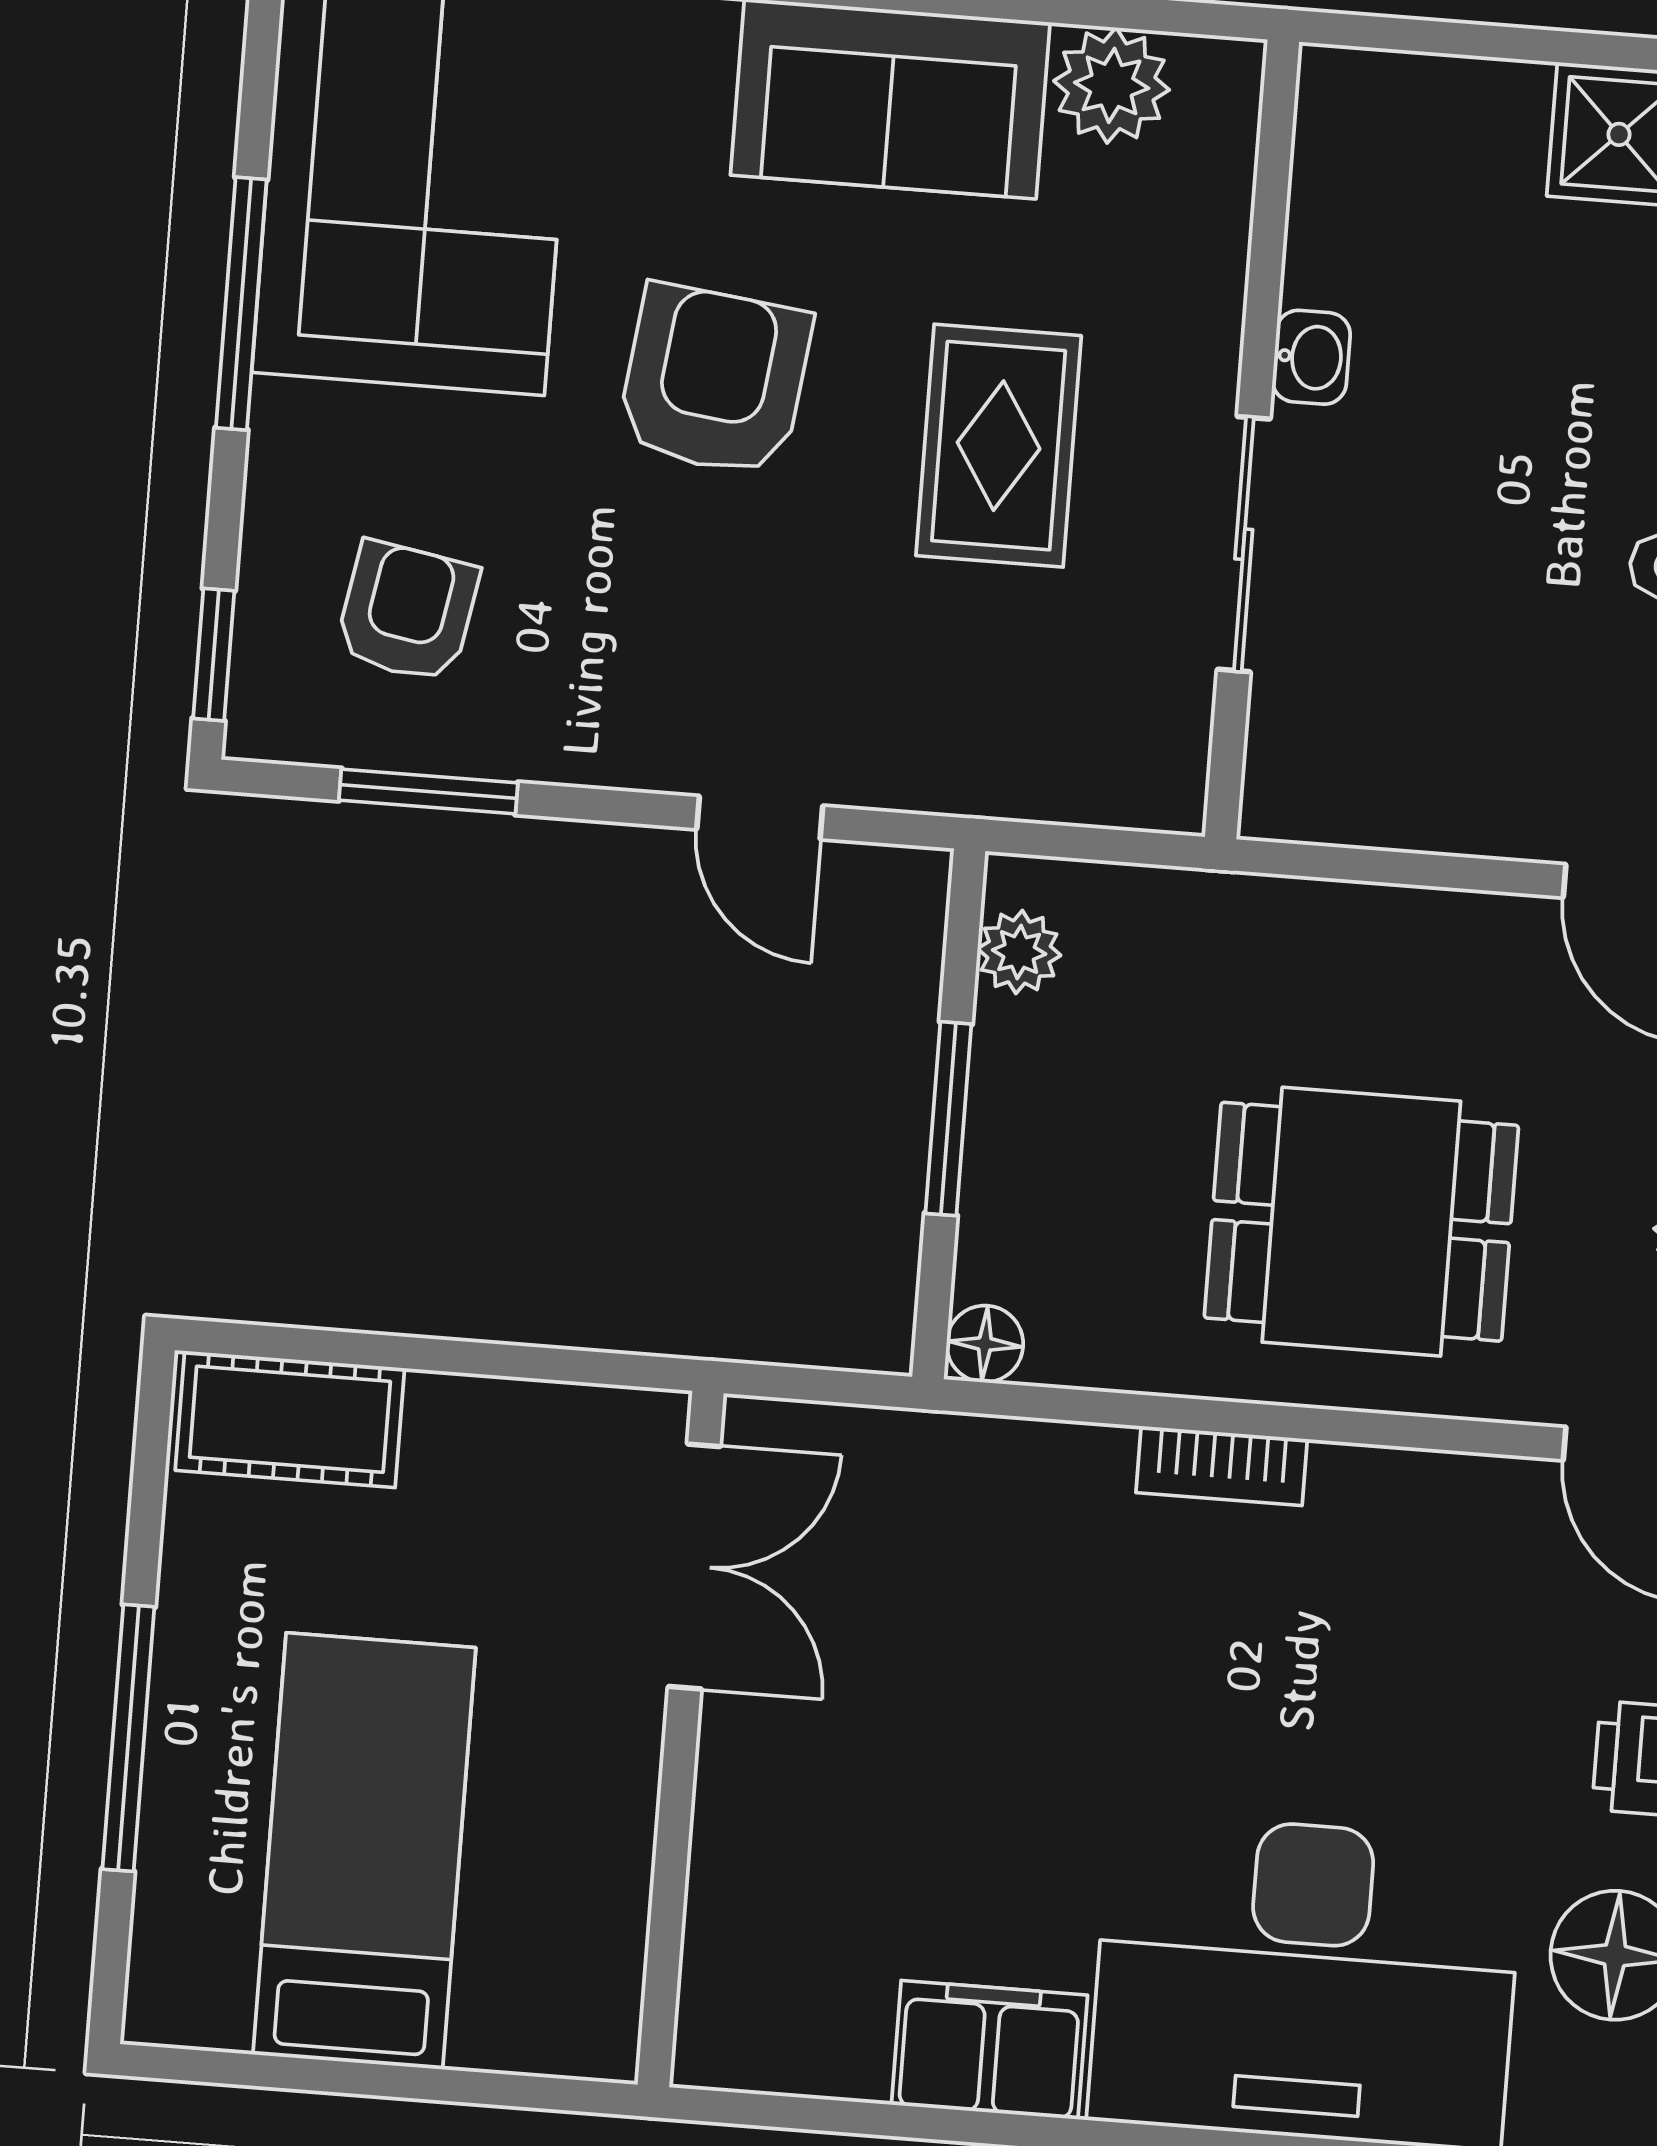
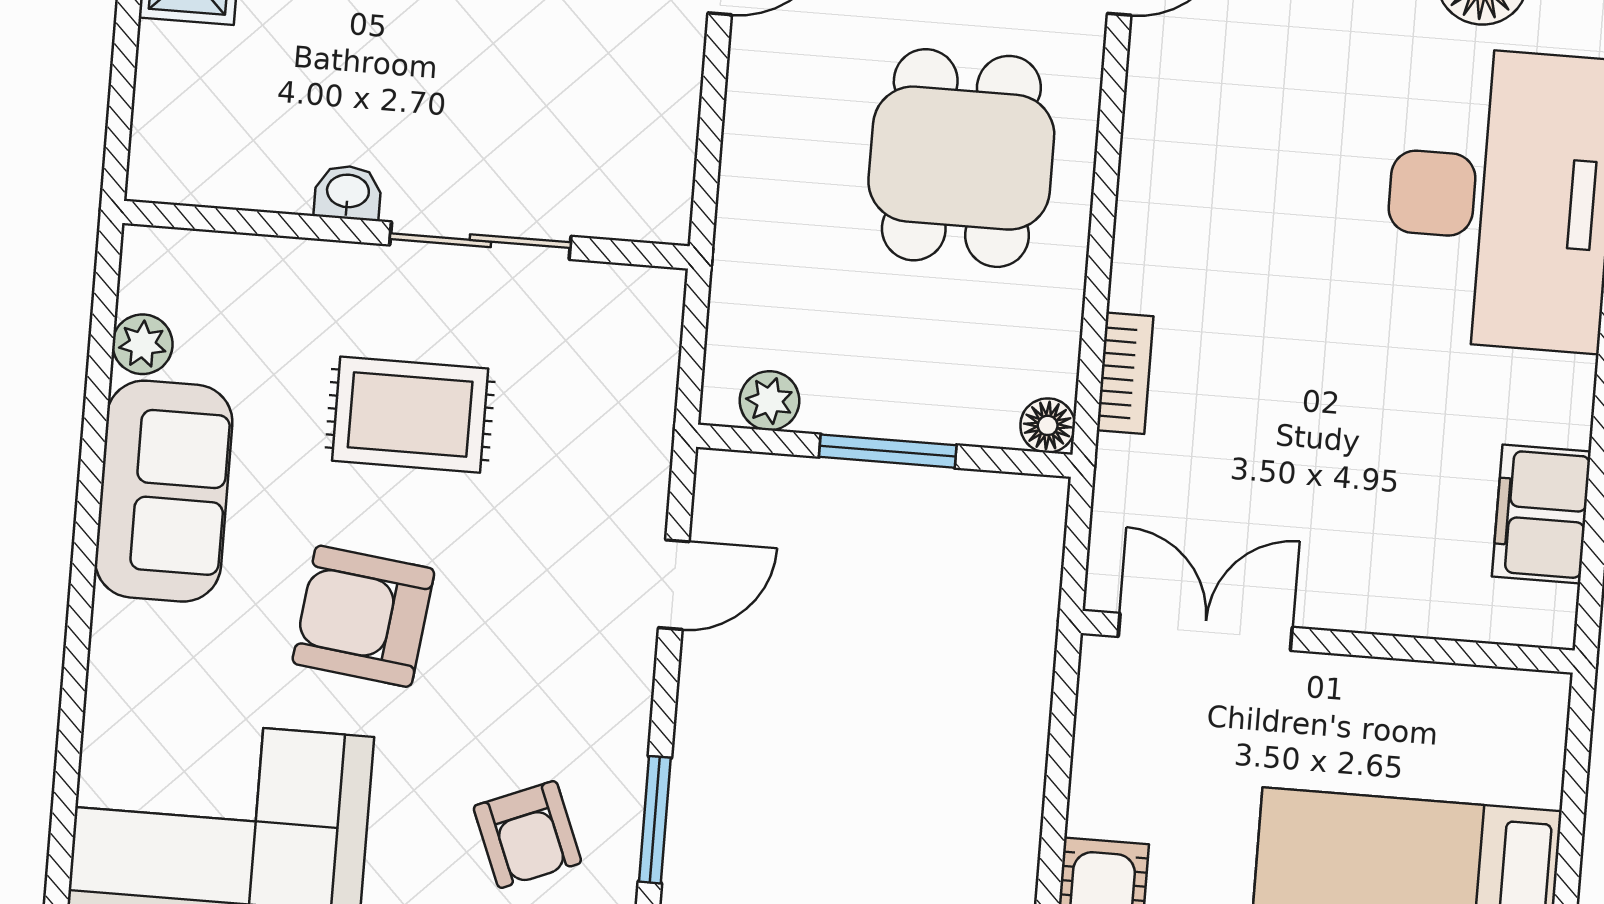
plant: (1112, 85) -> (142, 344), width x0.73, depth x0.73
armchair: (407, 612) -> (527, 834), turned -122
bookcase: (1222, 1466) -> (1125, 373), moved
filing cabinet: (989, 2050) -> (1541, 514), moved

